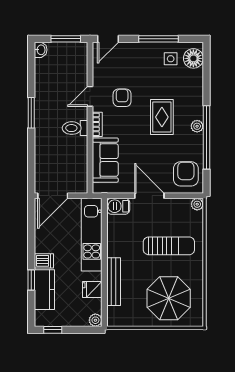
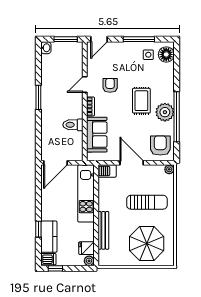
plant: (197, 126) -> (165, 112), width x1.87, depth x1.87
toilet: (75, 128) -> (73, 125), moved
dishwasher: (44, 261) -> (48, 259), moved
fridge: (92, 290) -> (87, 248), moved

